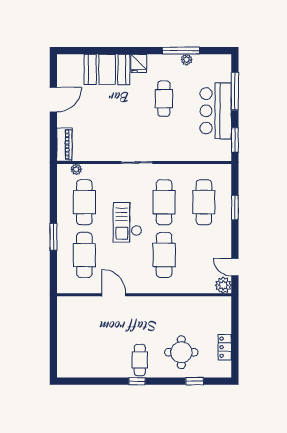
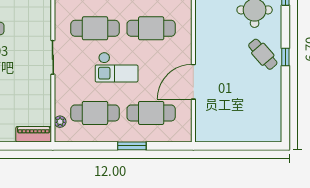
door: (114, 295) -> (193, 82), width x1.36
cafe table: (140, 360) -> (263, 54), turned 49

